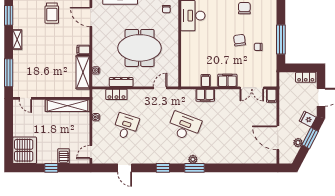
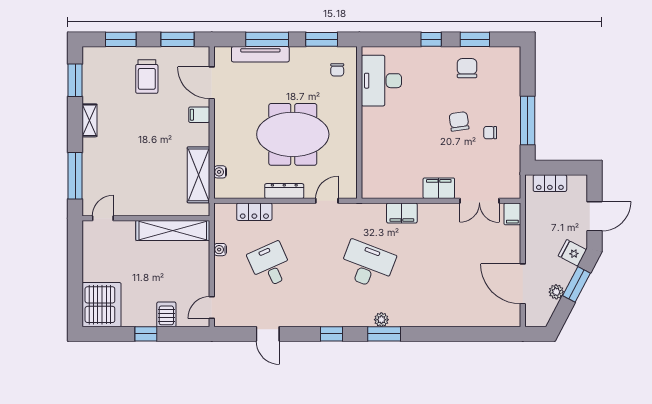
filing cabinet: (83, 50) -> (199, 115), moved
locker: (306, 77) -> (550, 183), moved
filing cabinet: (206, 81) -> (403, 189), removed
dresser: (121, 82) -> (284, 191), moved
door: (25, 98) -> (103, 218), swing flipped
desk: (126, 126) -> (270, 265), turned -42

